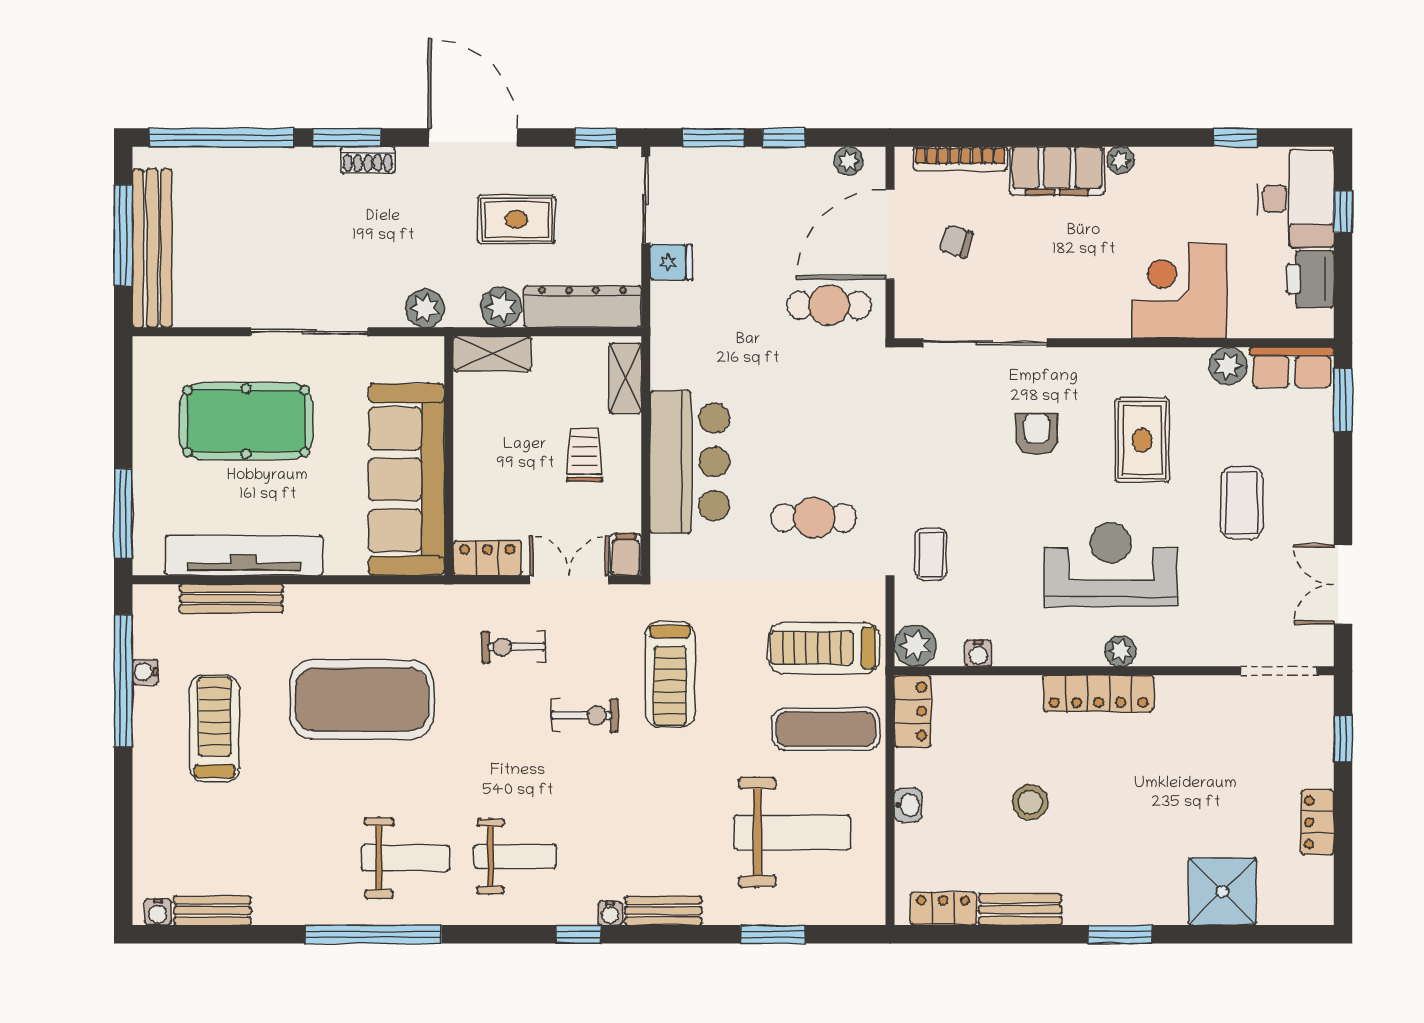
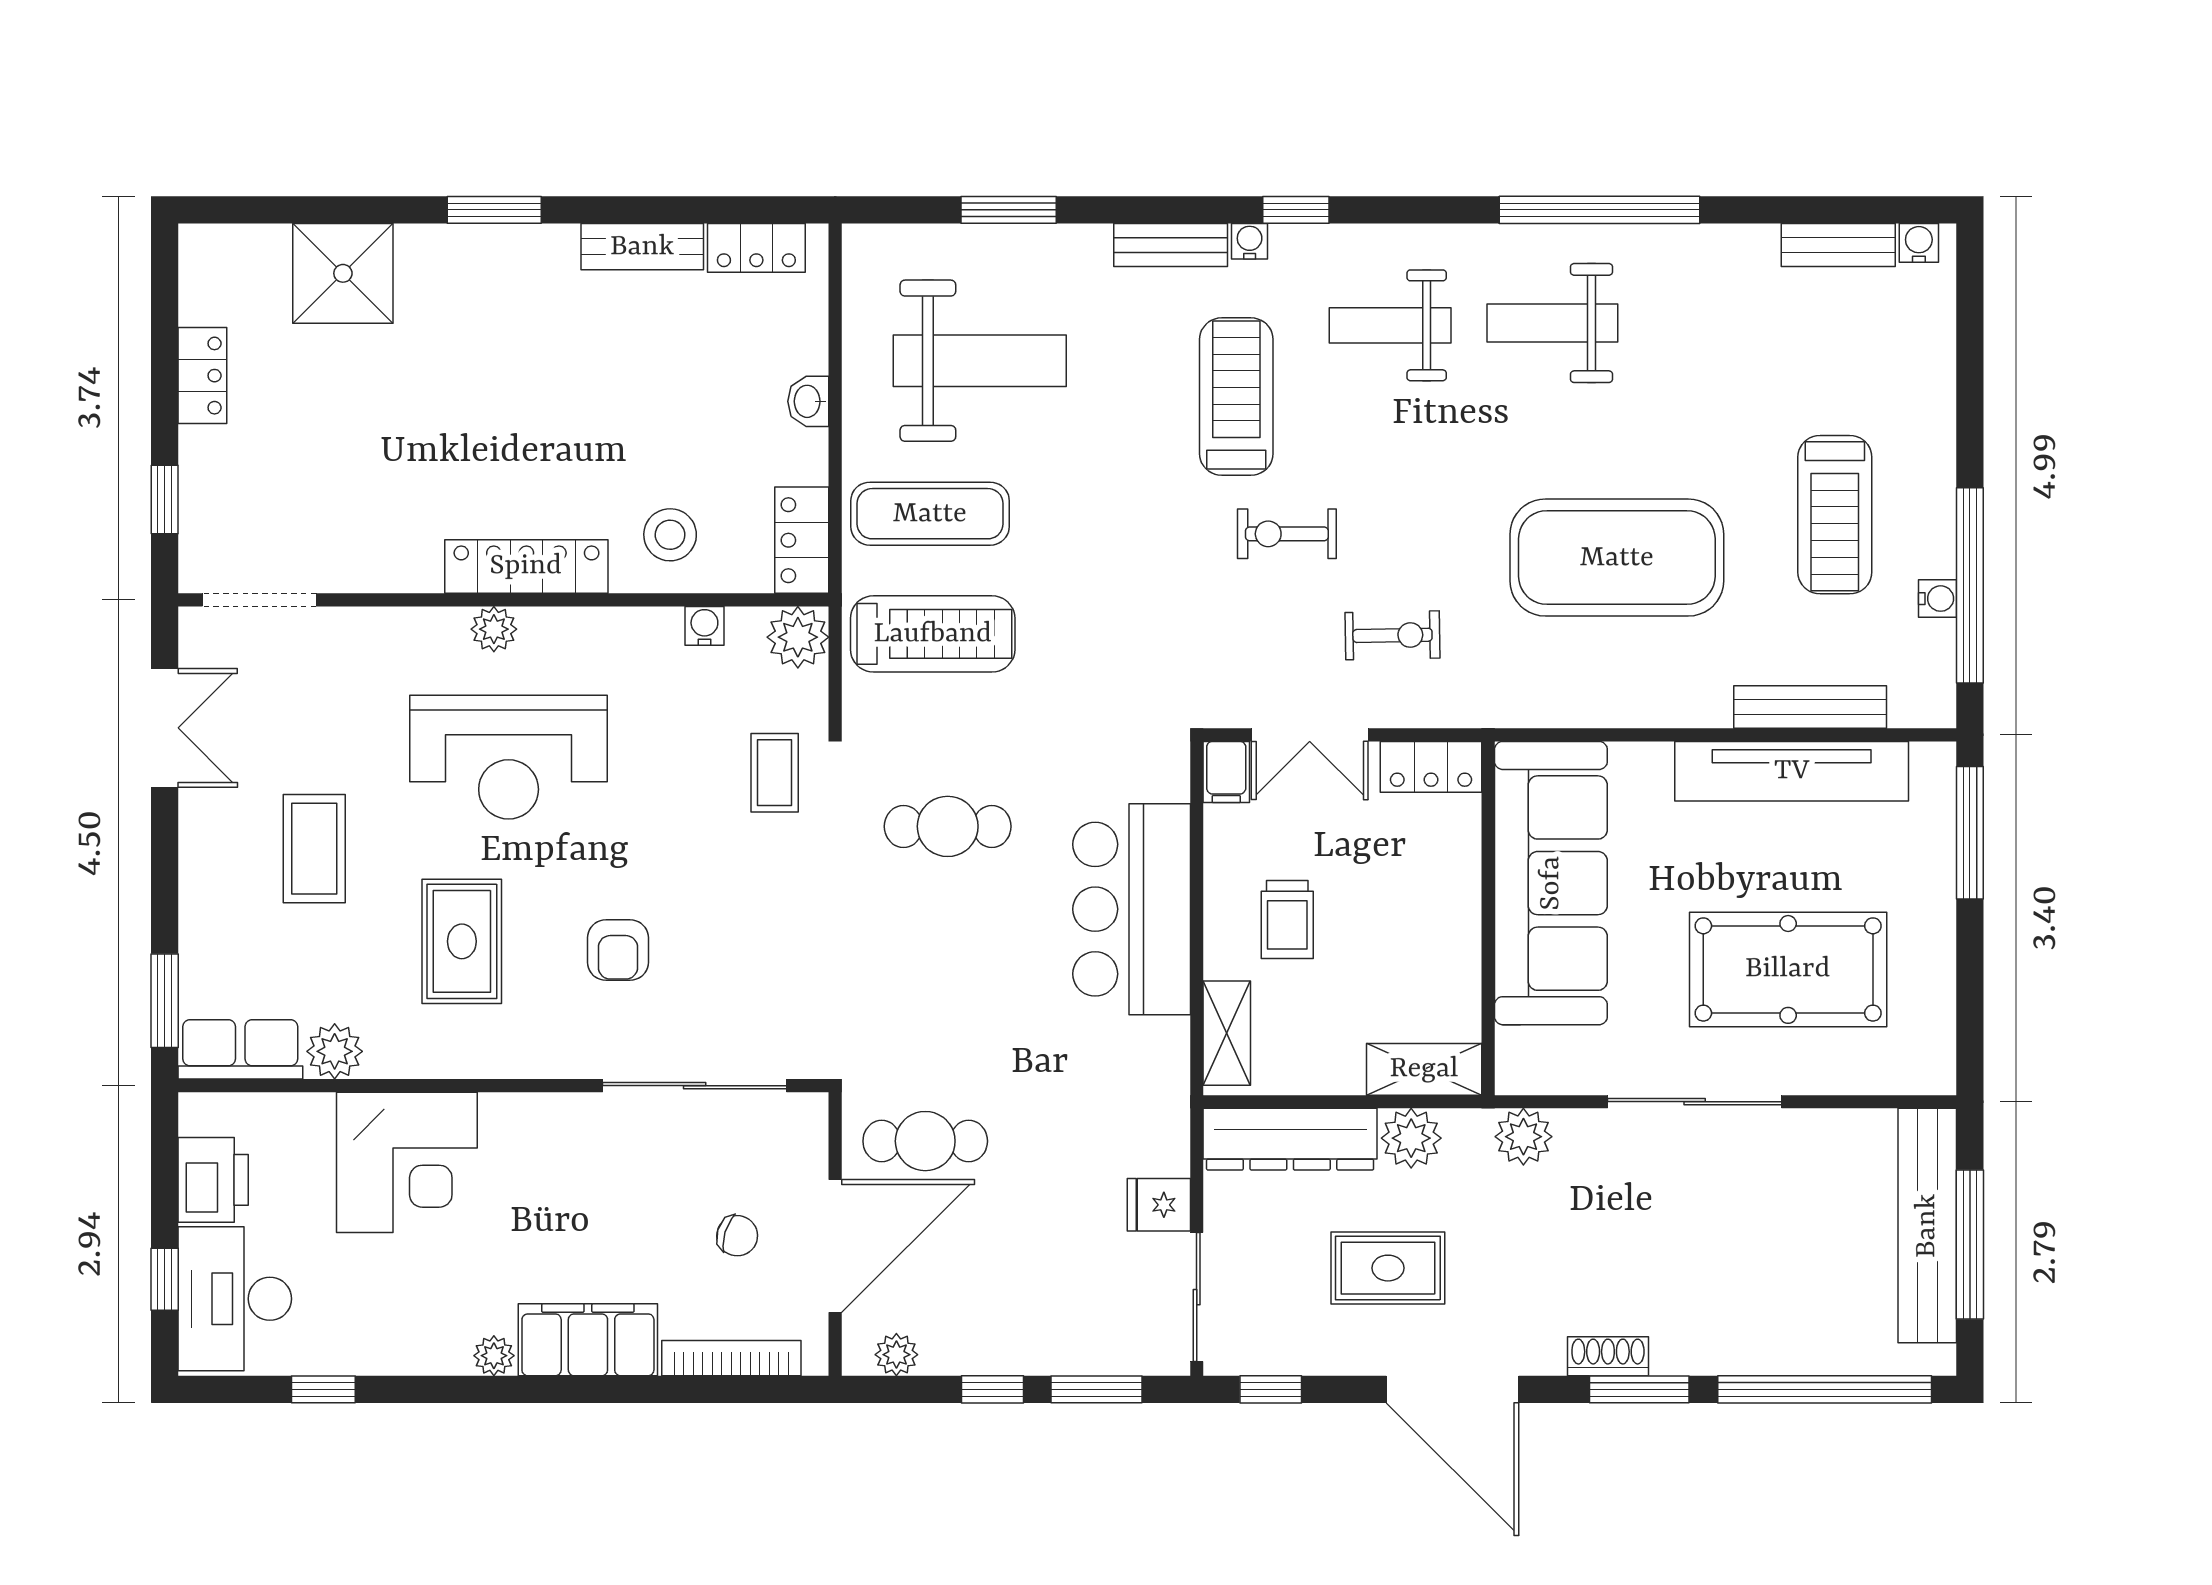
treadmill: (670, 674) -> (1236, 397), moved
stool: (1030, 802) -> (670, 535), moved
weight bench: (792, 832) -> (980, 361), turned 180

